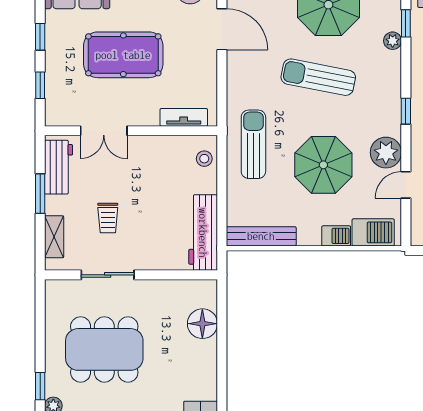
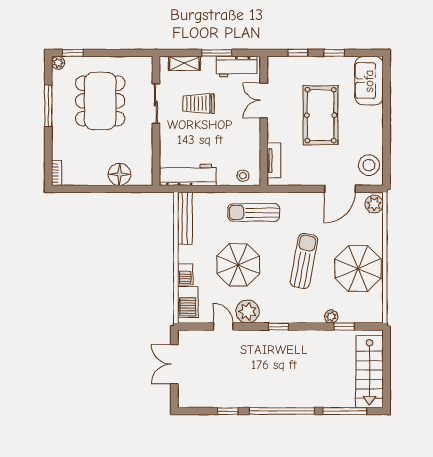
sun lounger: (253, 144) -> (254, 212), turned 180
trolley: (108, 218) -> (199, 104), width x1.36, depth x1.39

